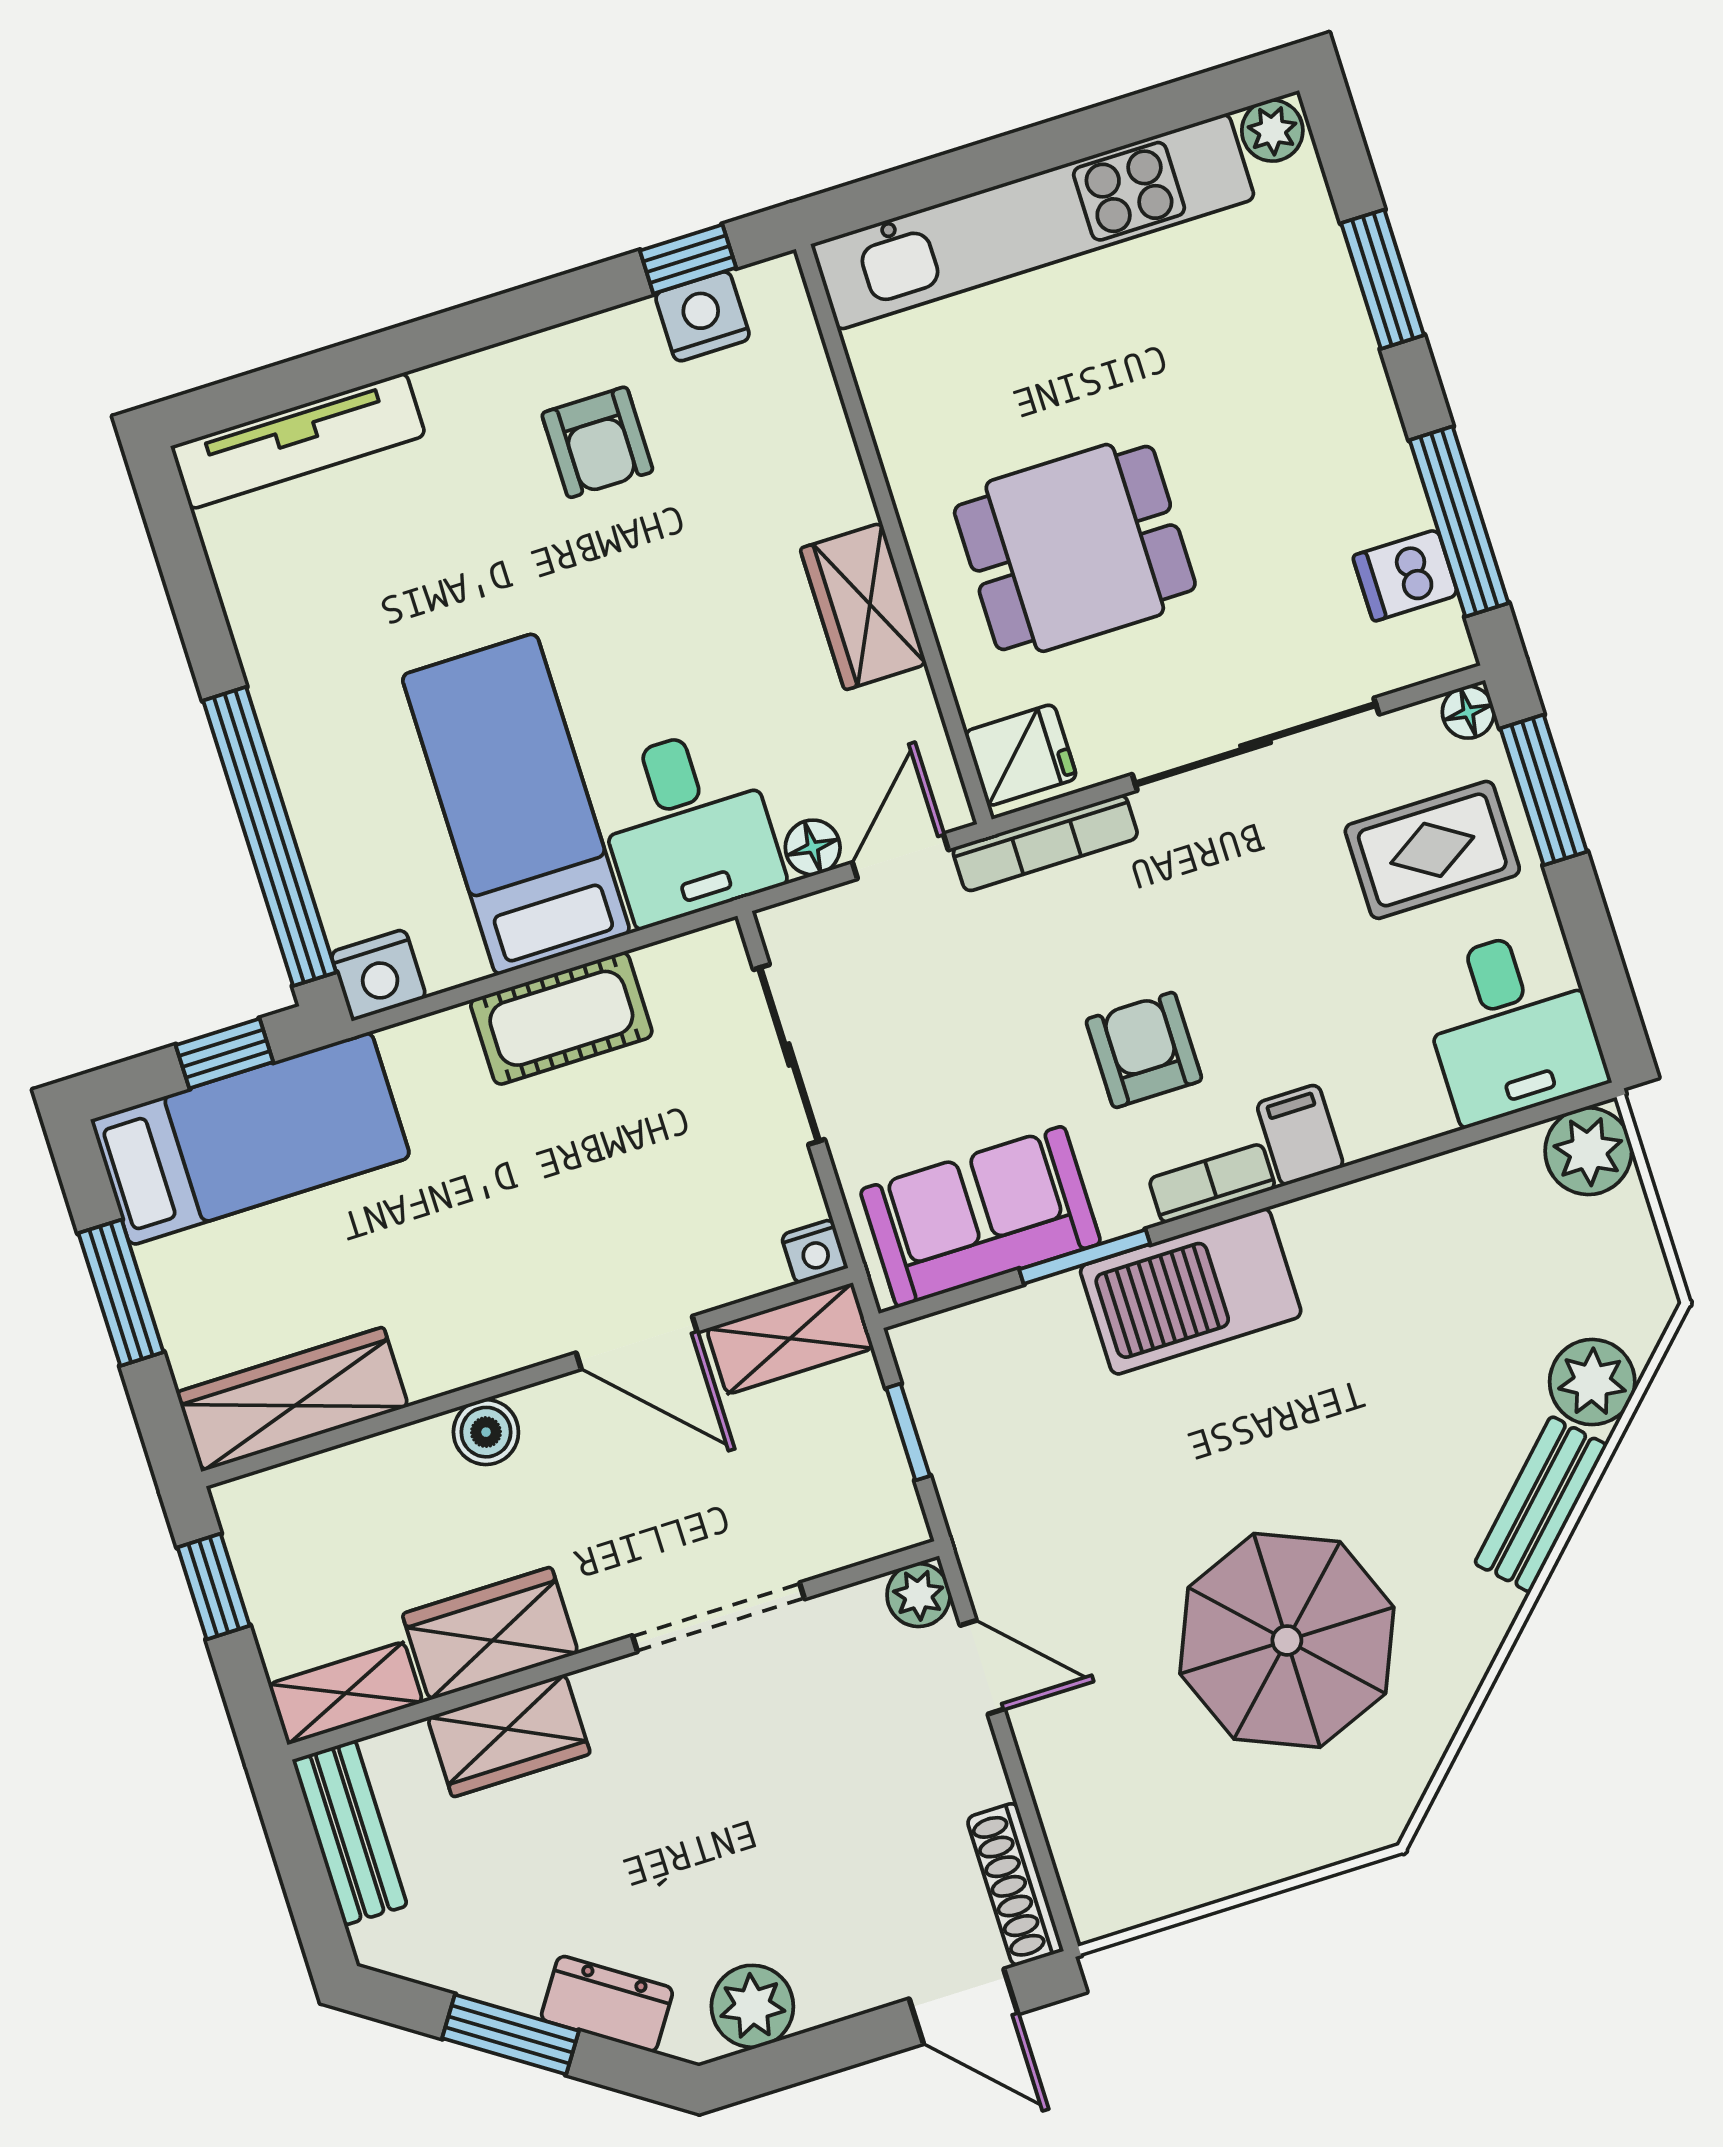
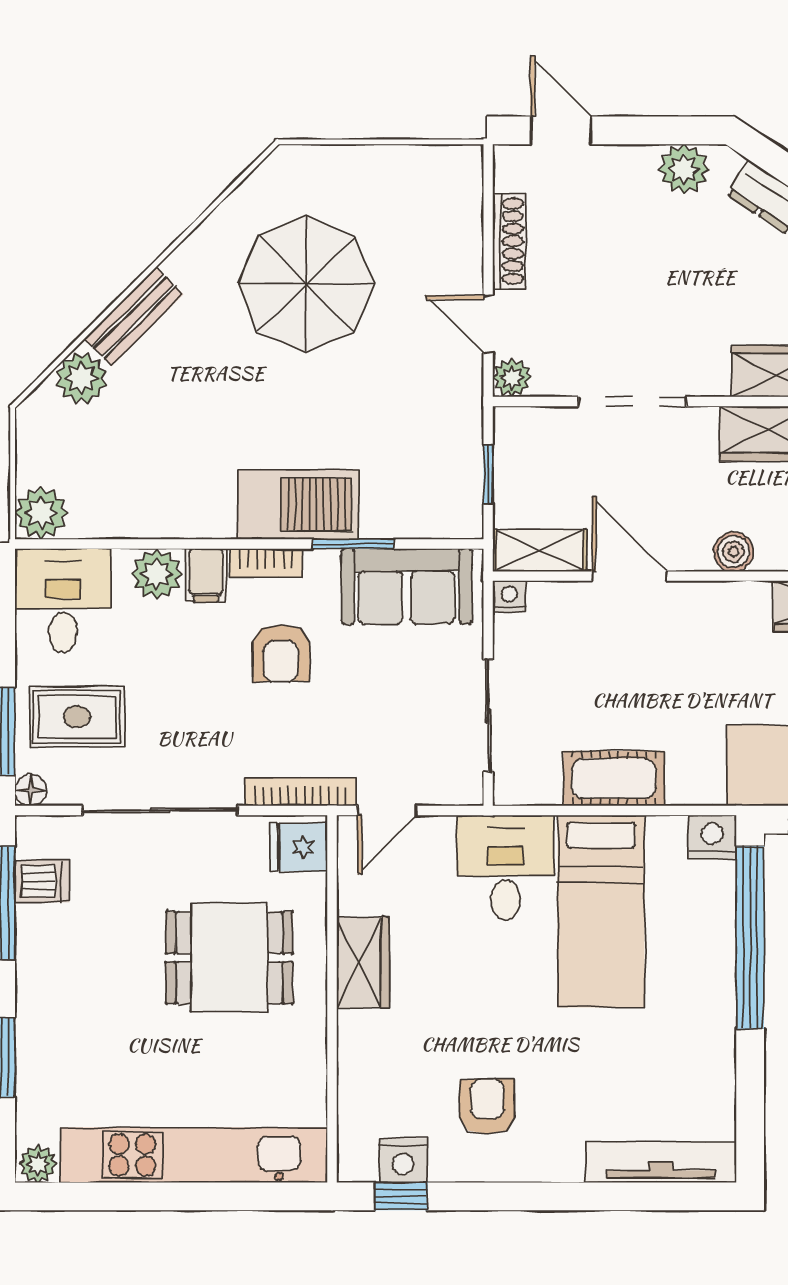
floor lamp: (813, 847) -> (436, 832), removed
plant: (1378, 1112) -> (157, 574), added
shoe rack: (1015, 1884) -> (509, 241), moved

